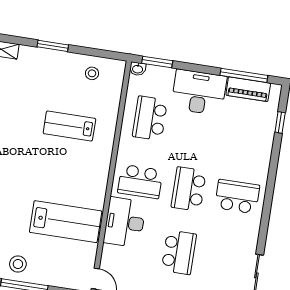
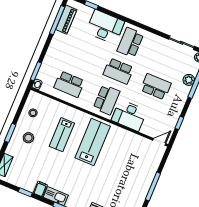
desk: (199, 92) -> (105, 27), moved, turned 90
lab bench: (66, 222) -> (93, 142), moved
stool: (18, 264) -> (28, 138), moved

